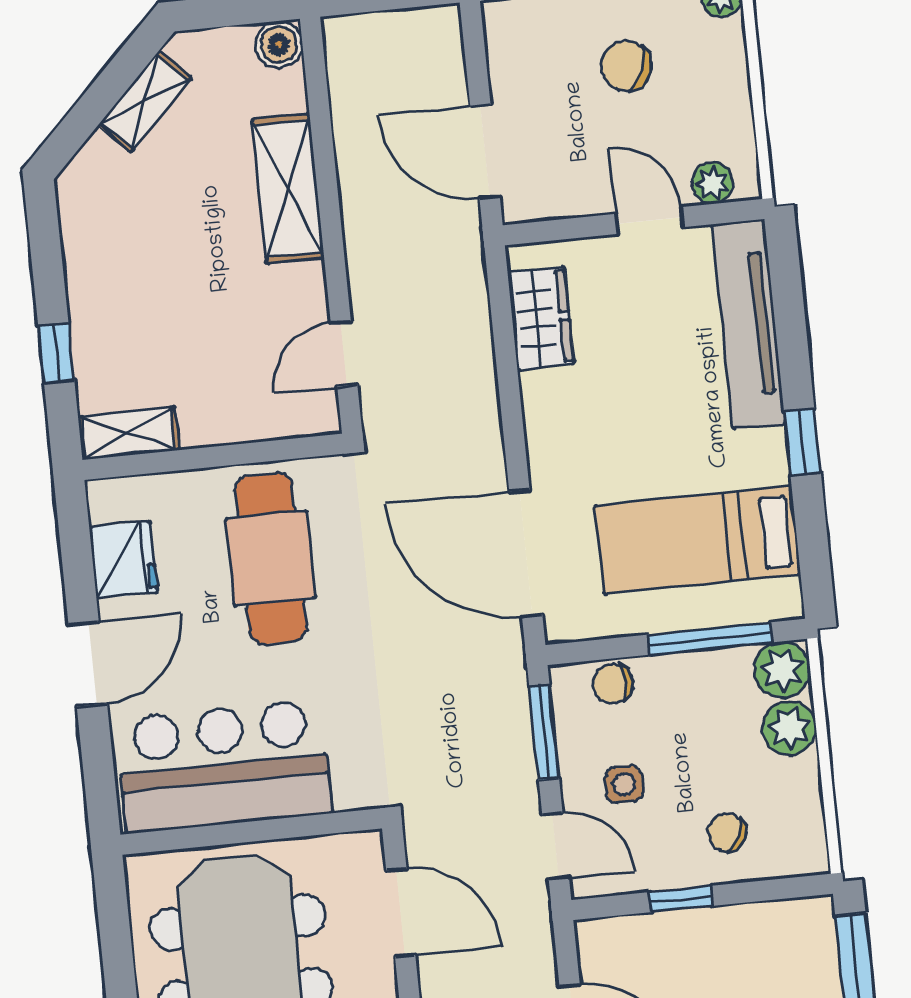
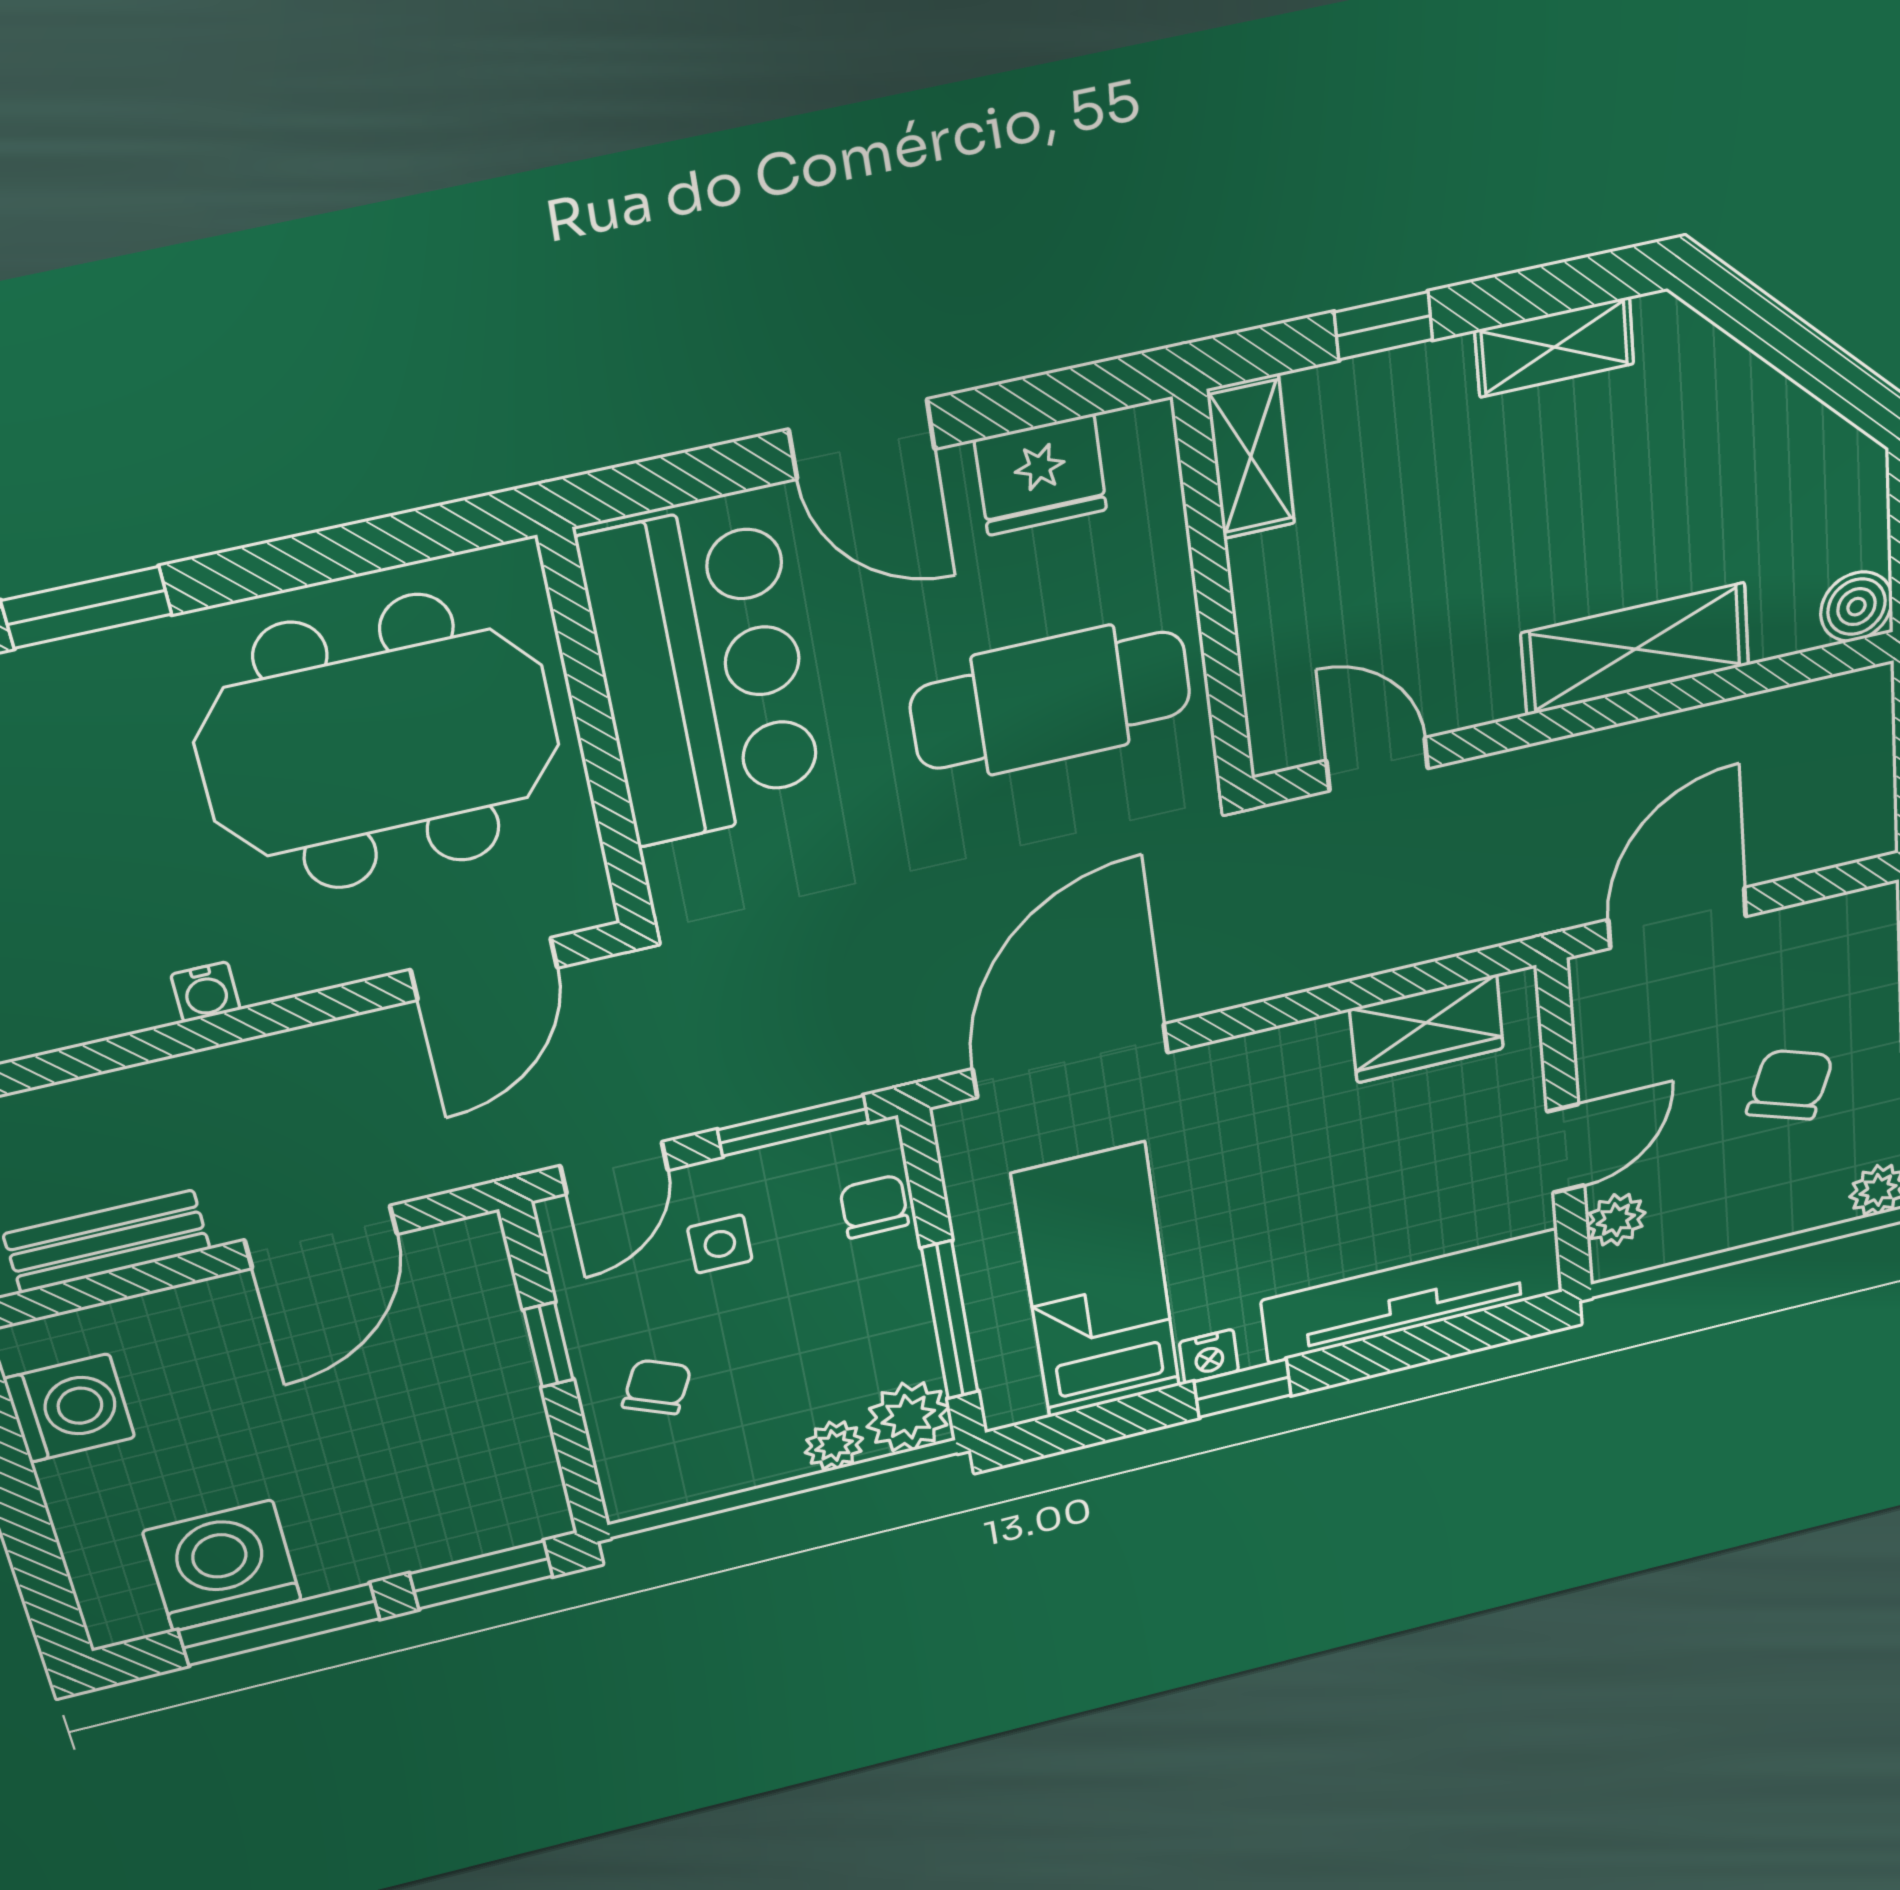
shelving: (145, 101) -> (1554, 347), moved, turned -45
nightstand: (772, 465) -> (1209, 1357), added
plant: (789, 728) -> (834, 1446), width x0.73, depth x0.73

